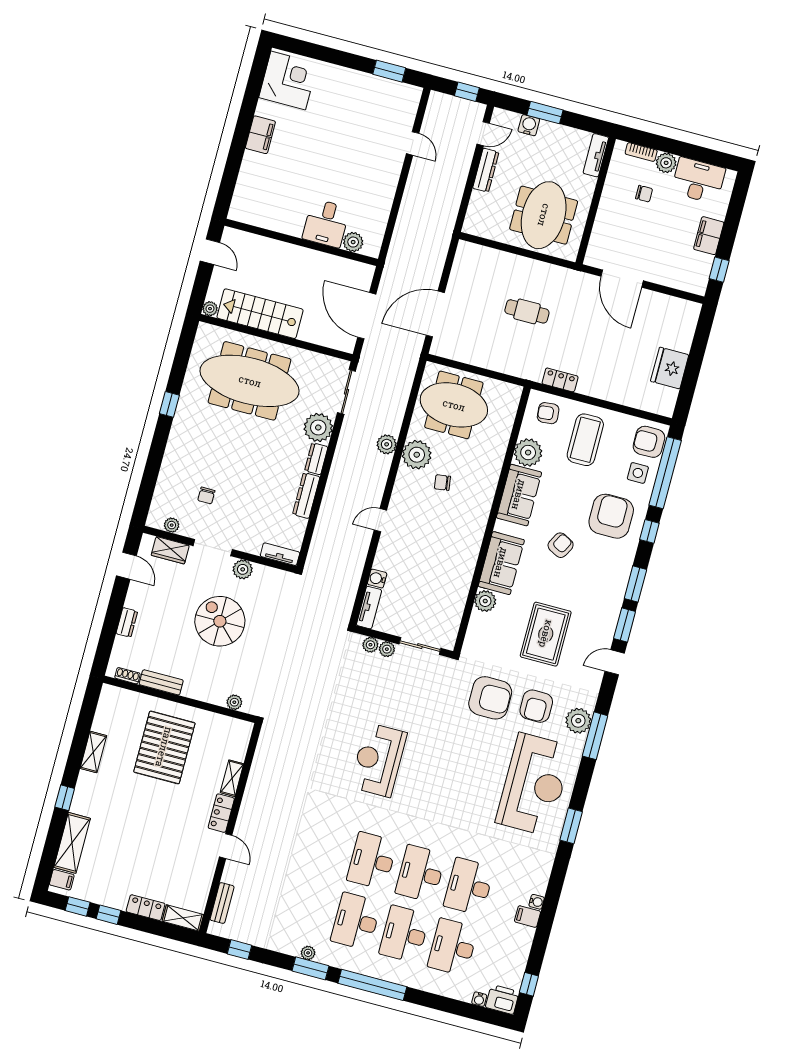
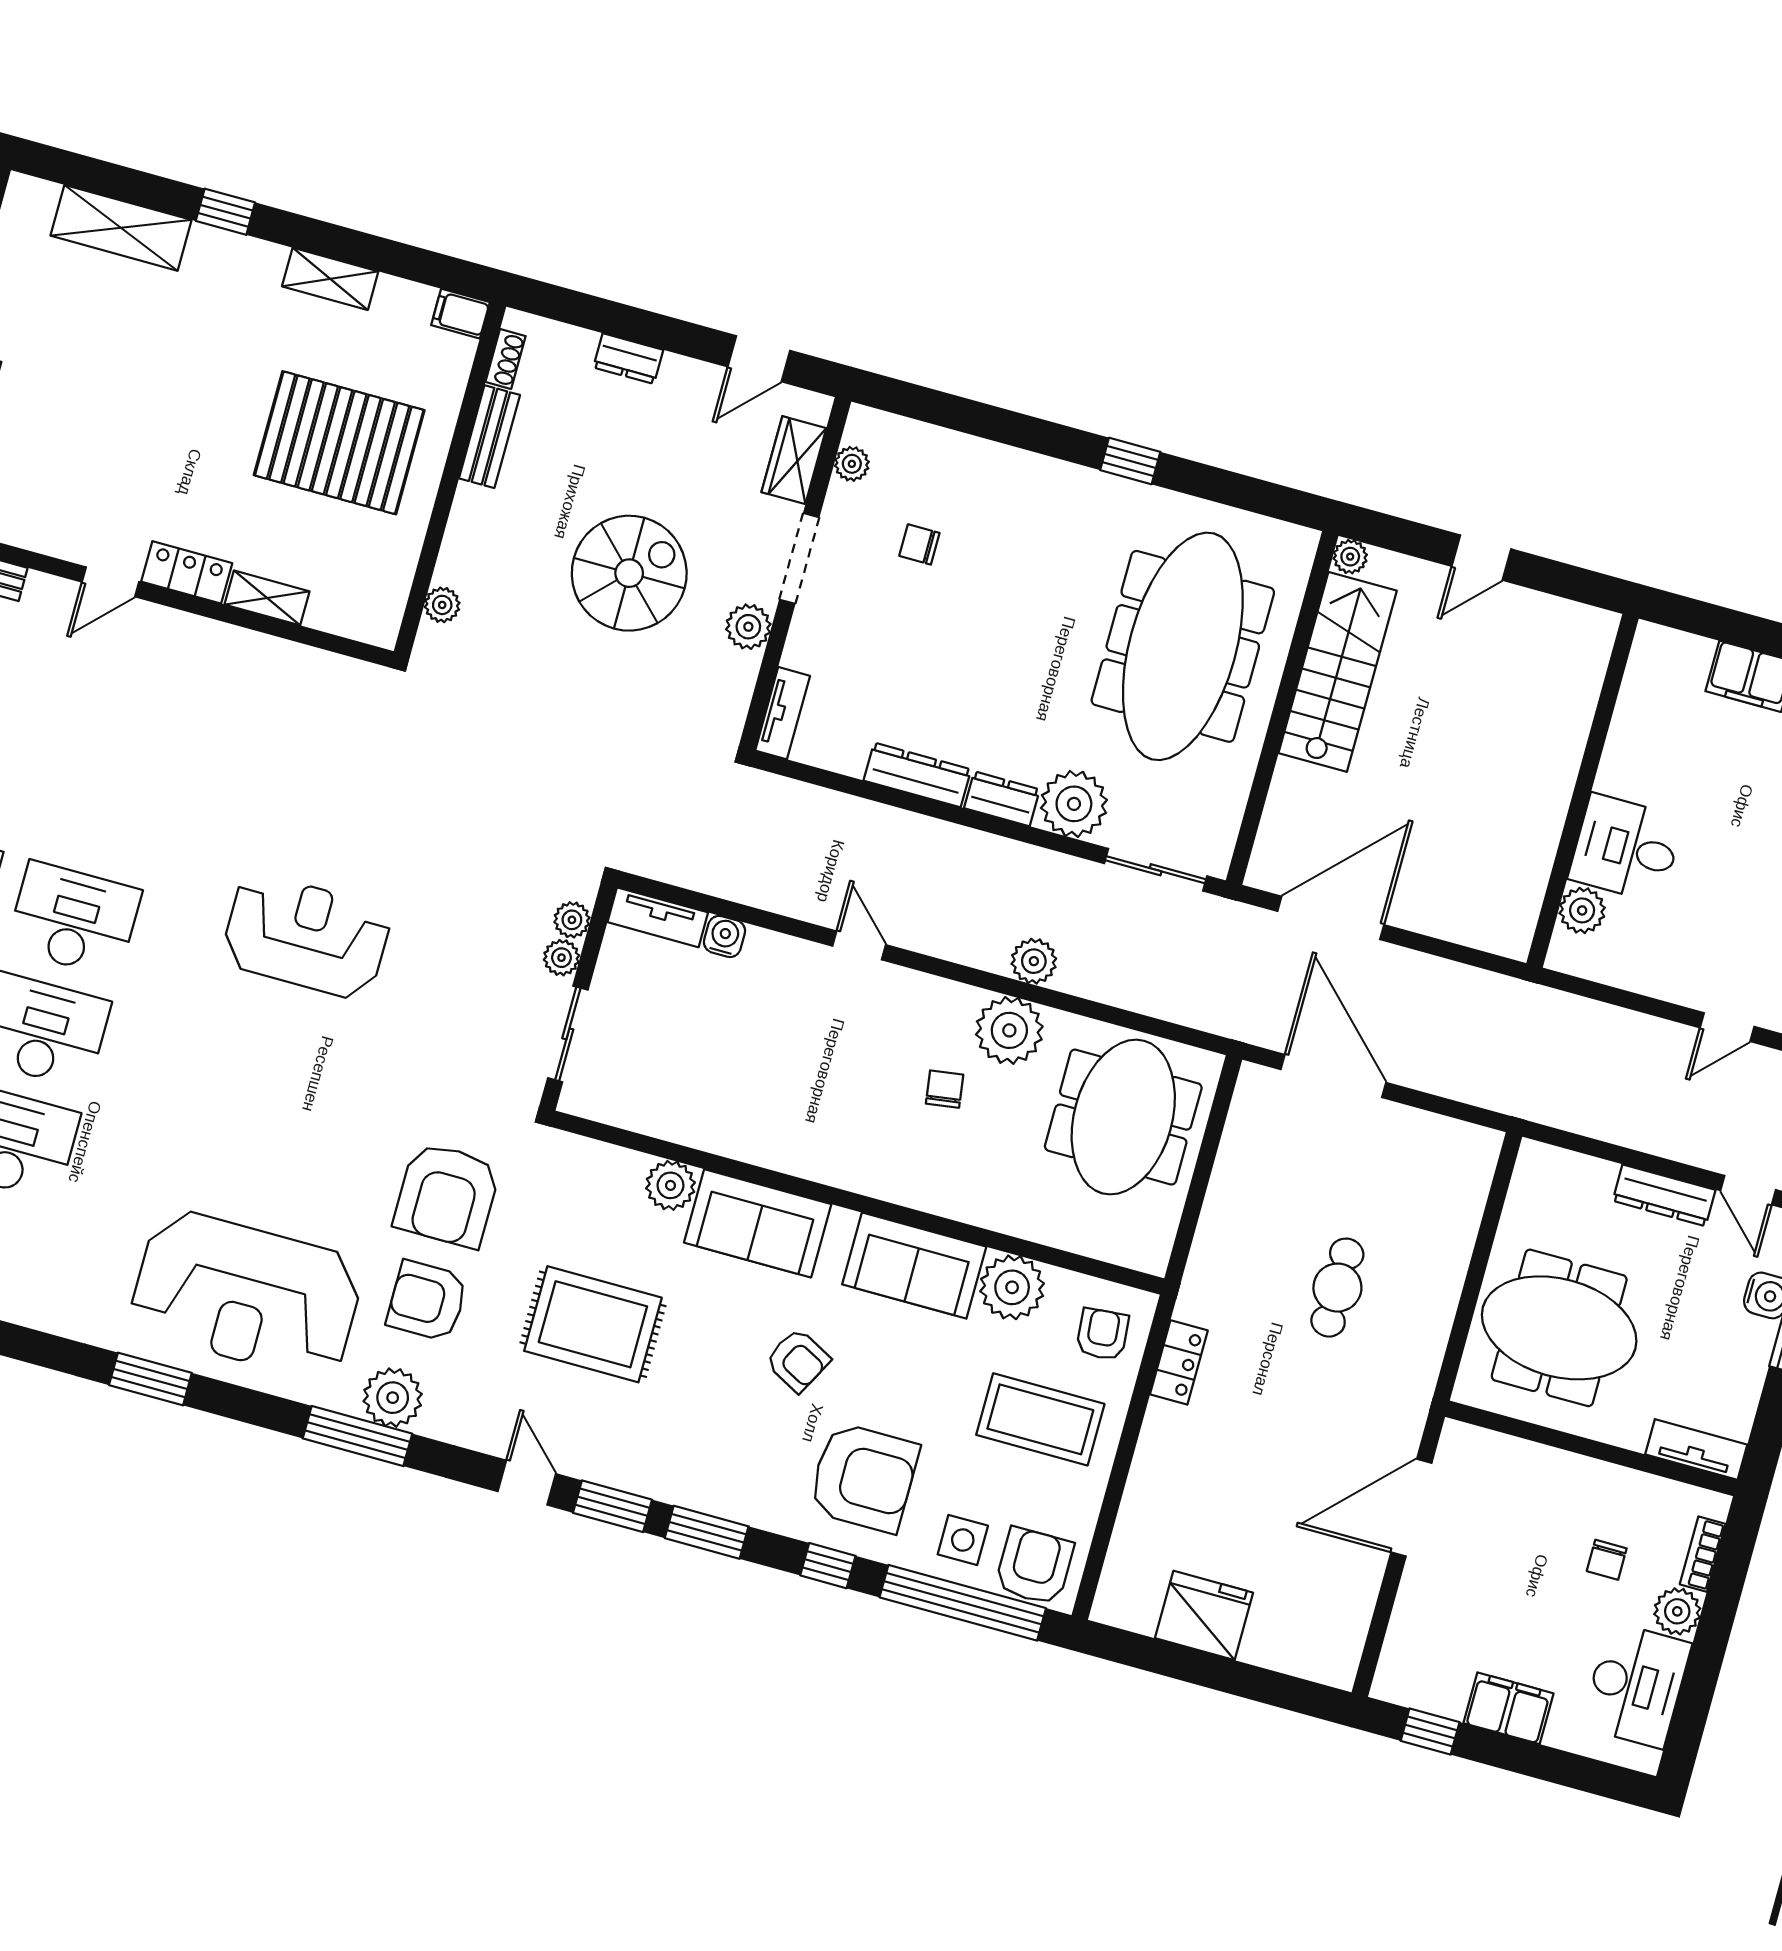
desk: (326, 223) -> (1626, 848), moved
wall: (301, 242) -> (1583, 791), moved
plant: (353, 242) -> (1582, 910), moved
filing cabinet: (62, 880) -> (461, 314), moved, turned 90

